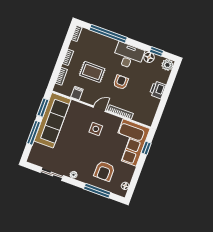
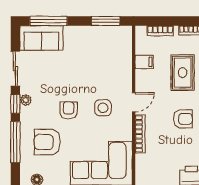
door: (99, 109) -> (134, 102), hinge flipped
sofa: (52, 120) -> (41, 38), moved, width x0.54, depth x0.79
window: (34, 133) -> (48, 21), moved
armchair: (90, 151) -> (69, 110), added
window: (74, 182) -> (15, 104), added

